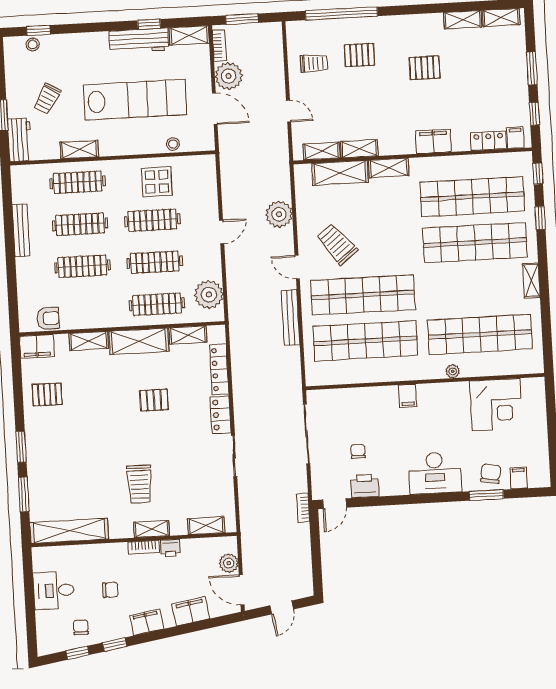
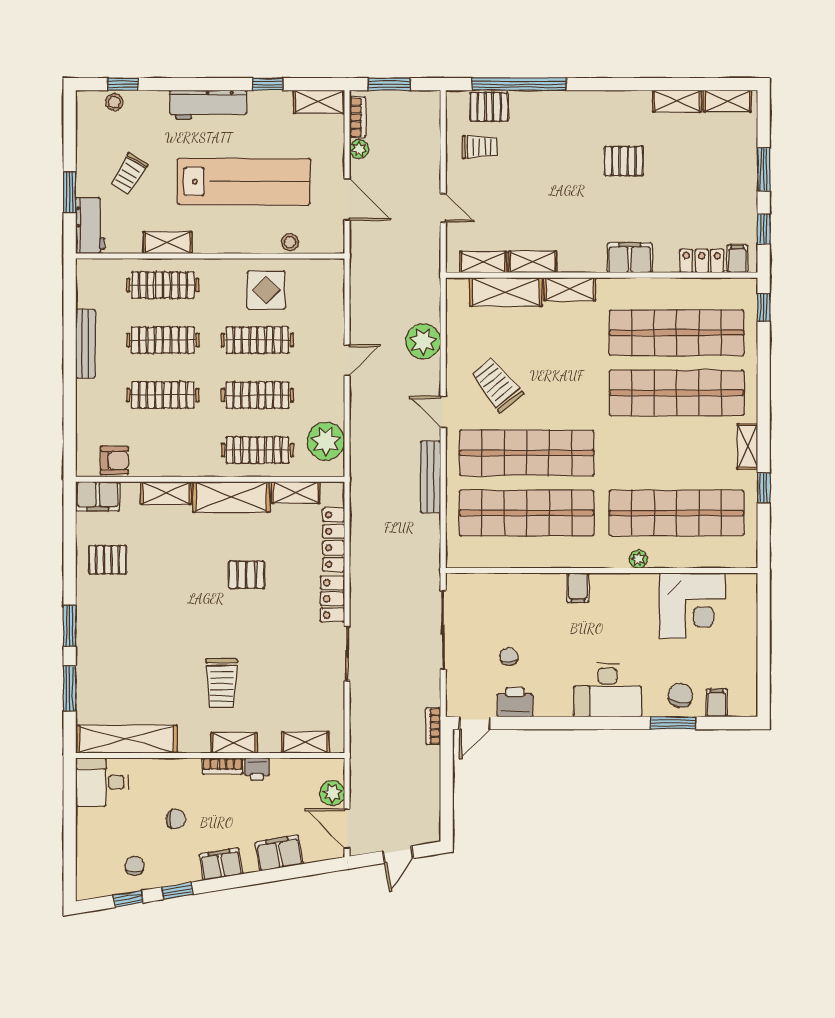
workbench: (139, 40) -> (208, 105), moved
pallet: (359, 55) -> (489, 107), moved
plant: (229, 76) -> (359, 149), width x0.53, depth x0.53
window: (540, 218) -> (764, 488), moved
desk: (54, 590) -> (102, 782), moved

